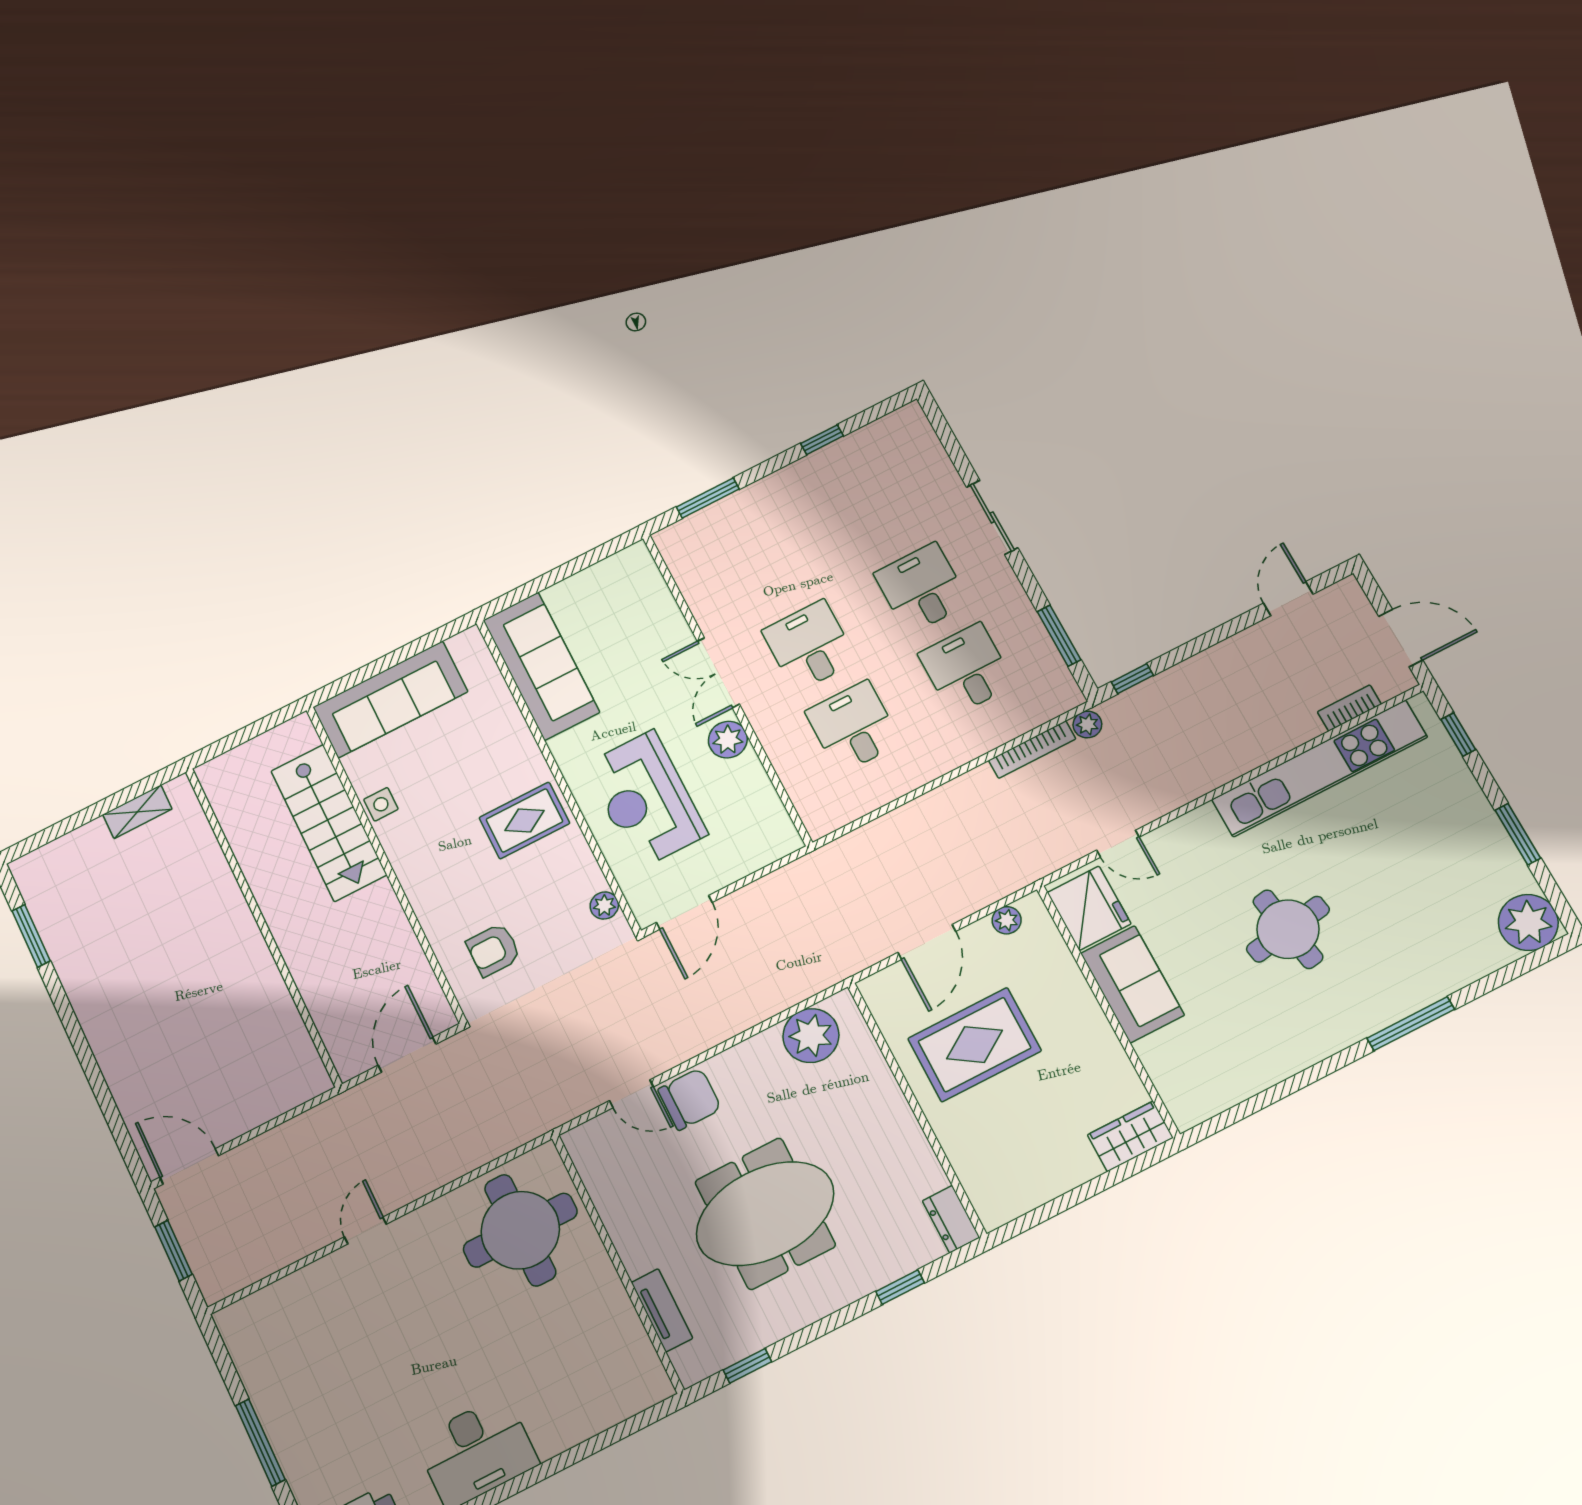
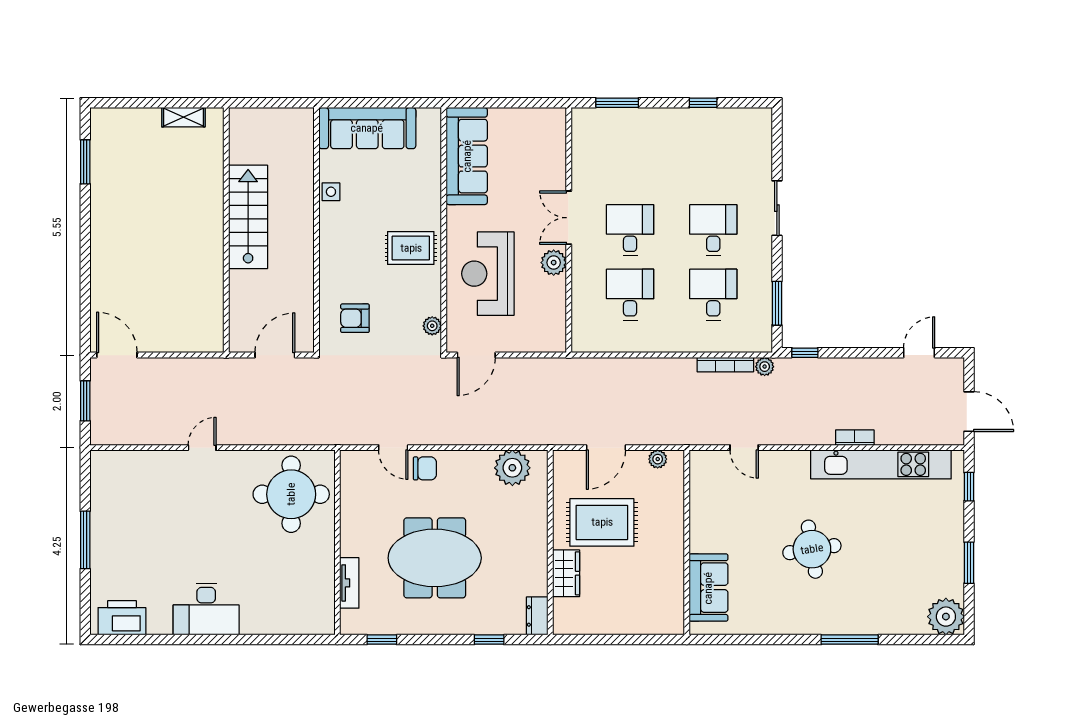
bookcase: (1349, 708) -> (855, 438), moved
stairs: (329, 823) -> (248, 217), moved, turned 180
fridge: (1089, 908) -> (708, 477), removed
sofa: (1132, 984) -> (708, 588), moved
chair: (690, 1099) -> (425, 468), width x0.73, depth x0.73
wardrobe: (1130, 1136) -> (566, 573), moved, turned 90

